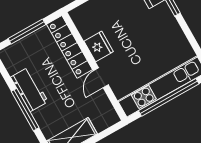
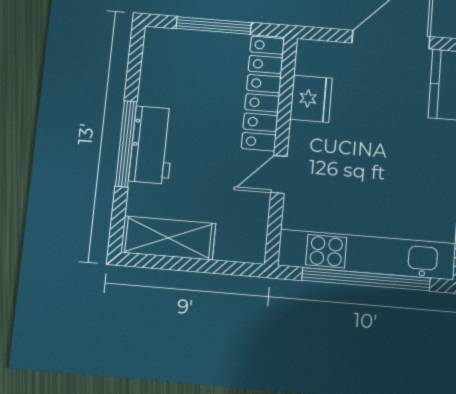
fridge: (99, 46) -> (311, 99), moved
workbench: (29, 89) -> (152, 145), moved

